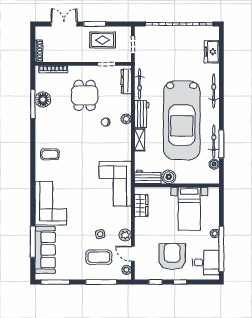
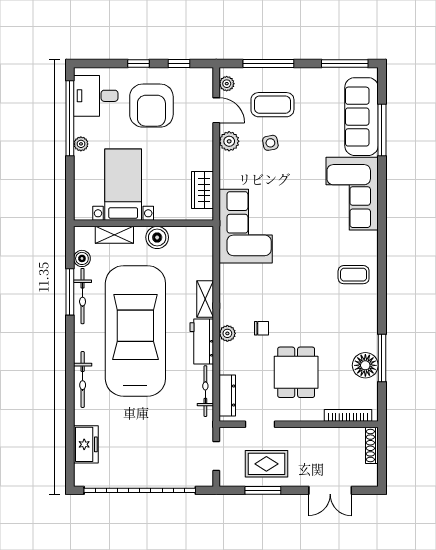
window: (95, 24) -> (263, 490), moved
workbench: (148, 177) -> (192, 237), removed
shelving: (195, 178) -> (114, 235), added

